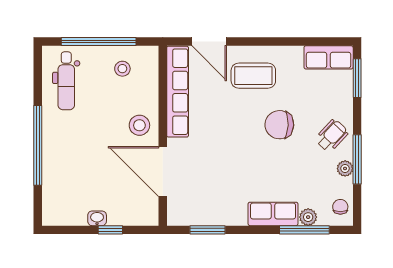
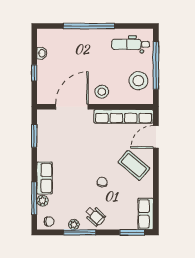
stool: (122, 69) -> (138, 81), width x1.89, depth x1.89
coffee table: (253, 76) -> (134, 165), turned -50
chair: (279, 125) -> (102, 182), width x0.54, depth x0.54
washbasin: (97, 218) -> (42, 53), moved

